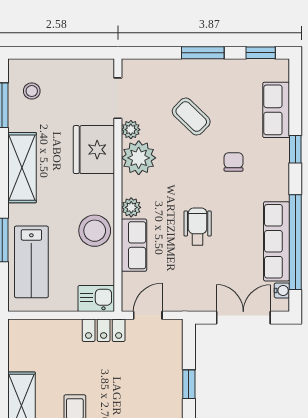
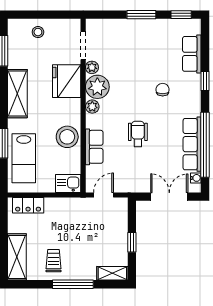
stool: (32, 91) -> (38, 32), moved
coffee table: (191, 117) -> (133, 58), removed
plant: (131, 207) -> (92, 107), moved
locker: (104, 330) -> (28, 205), moved

